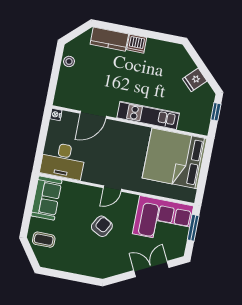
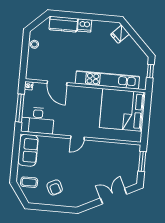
fridge: (195, 80) -> (120, 34), moved
door: (93, 115) -> (57, 83), hinge flipped
kitchen unit: (148, 115) -> (107, 80), width x1.36
window: (42, 142) -> (20, 108), added
corner sofa: (163, 220) -> (119, 158), removed
armchair: (102, 226) -> (55, 187), moved, turned 125

